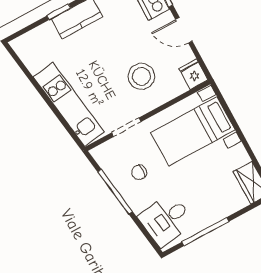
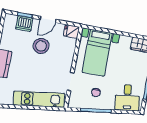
stool: (141, 76) -> (41, 46), moved

